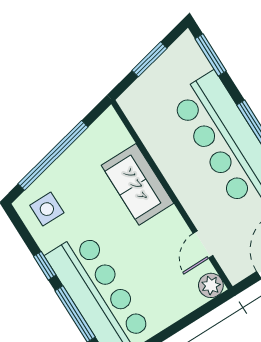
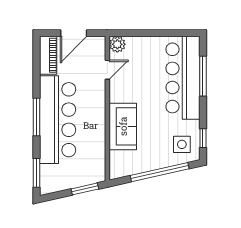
window: (150, 59) -> (85, 189), moved
window: (45, 266) -> (203, 138), moved

